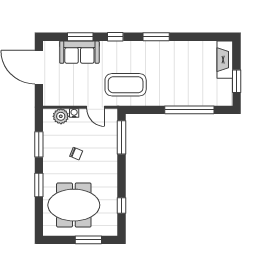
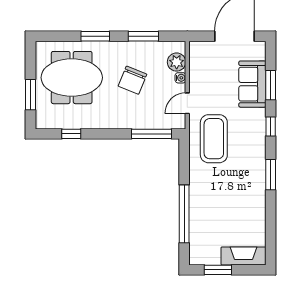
chair: (76, 154) -> (133, 80), width x1.87, depth x1.87
meeting table: (74, 205) -> (72, 78), turned 90

